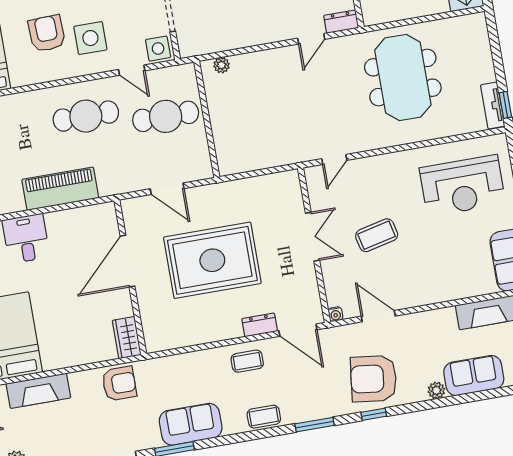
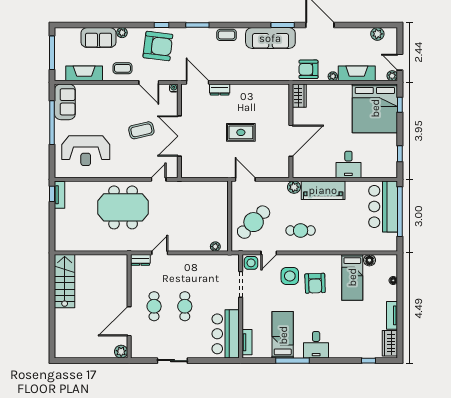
door: (132, 70) -> (269, 253), swing flipped
meeting table: (403, 78) -> (123, 207), moved, turned 90
cafe table: (86, 116) -> (301, 230), width x0.73, depth x0.74
cafe table: (166, 116) -> (254, 222), turned -46
plant: (109, 186) -> (294, 187), added
reception desk: (462, 186) -> (86, 151), turned 180
door: (167, 189) -> (245, 179), moved
double door: (313, 237) -> (179, 136), width x1.37
rug: (212, 260) -> (241, 132), width x0.54, depth x0.49
coffee table: (247, 361) -> (122, 68), moved
plant: (77, 379) -> (333, 76), added
sofa: (191, 424) -> (270, 38), width x1.36

